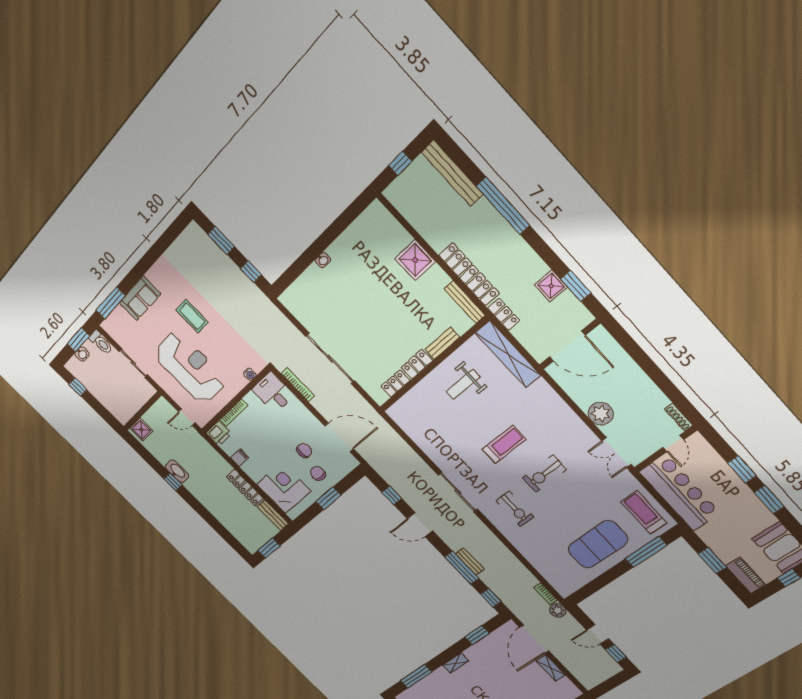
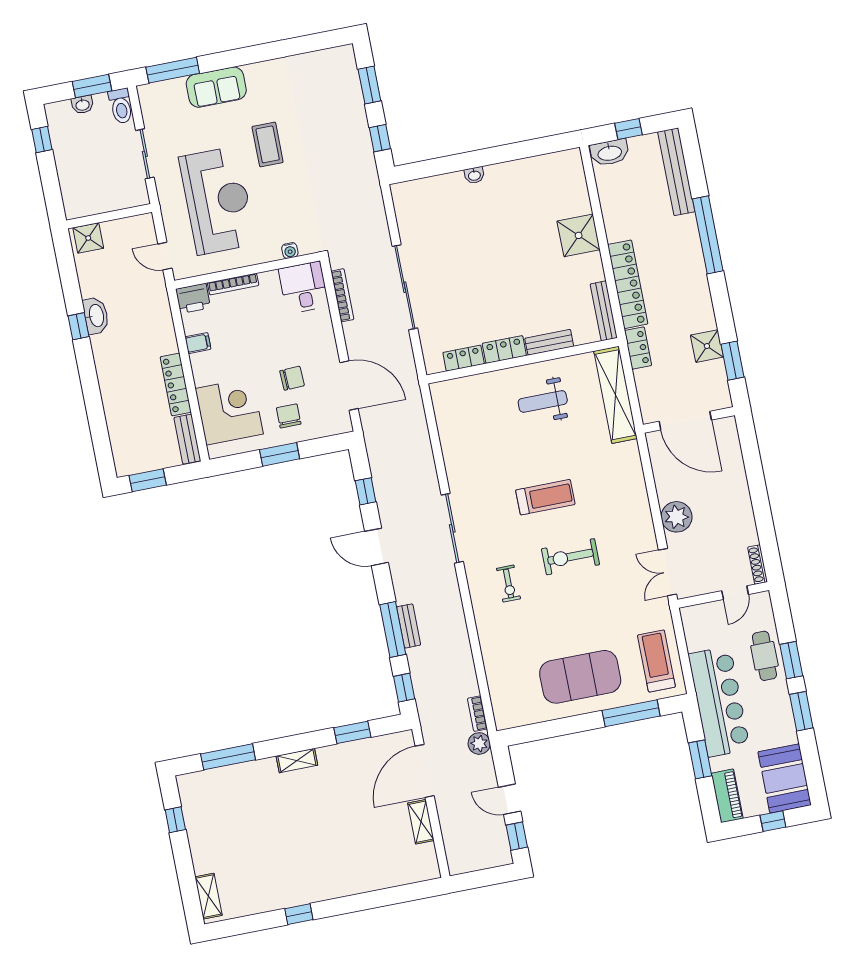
washbasin: (398, 189) -> (610, 153), added
cafe table: (720, 475) -> (764, 656), added
bar counter: (680, 492) -> (719, 702), moved
exercise bike: (515, 509) -> (508, 584), width x0.73, depth x0.72

